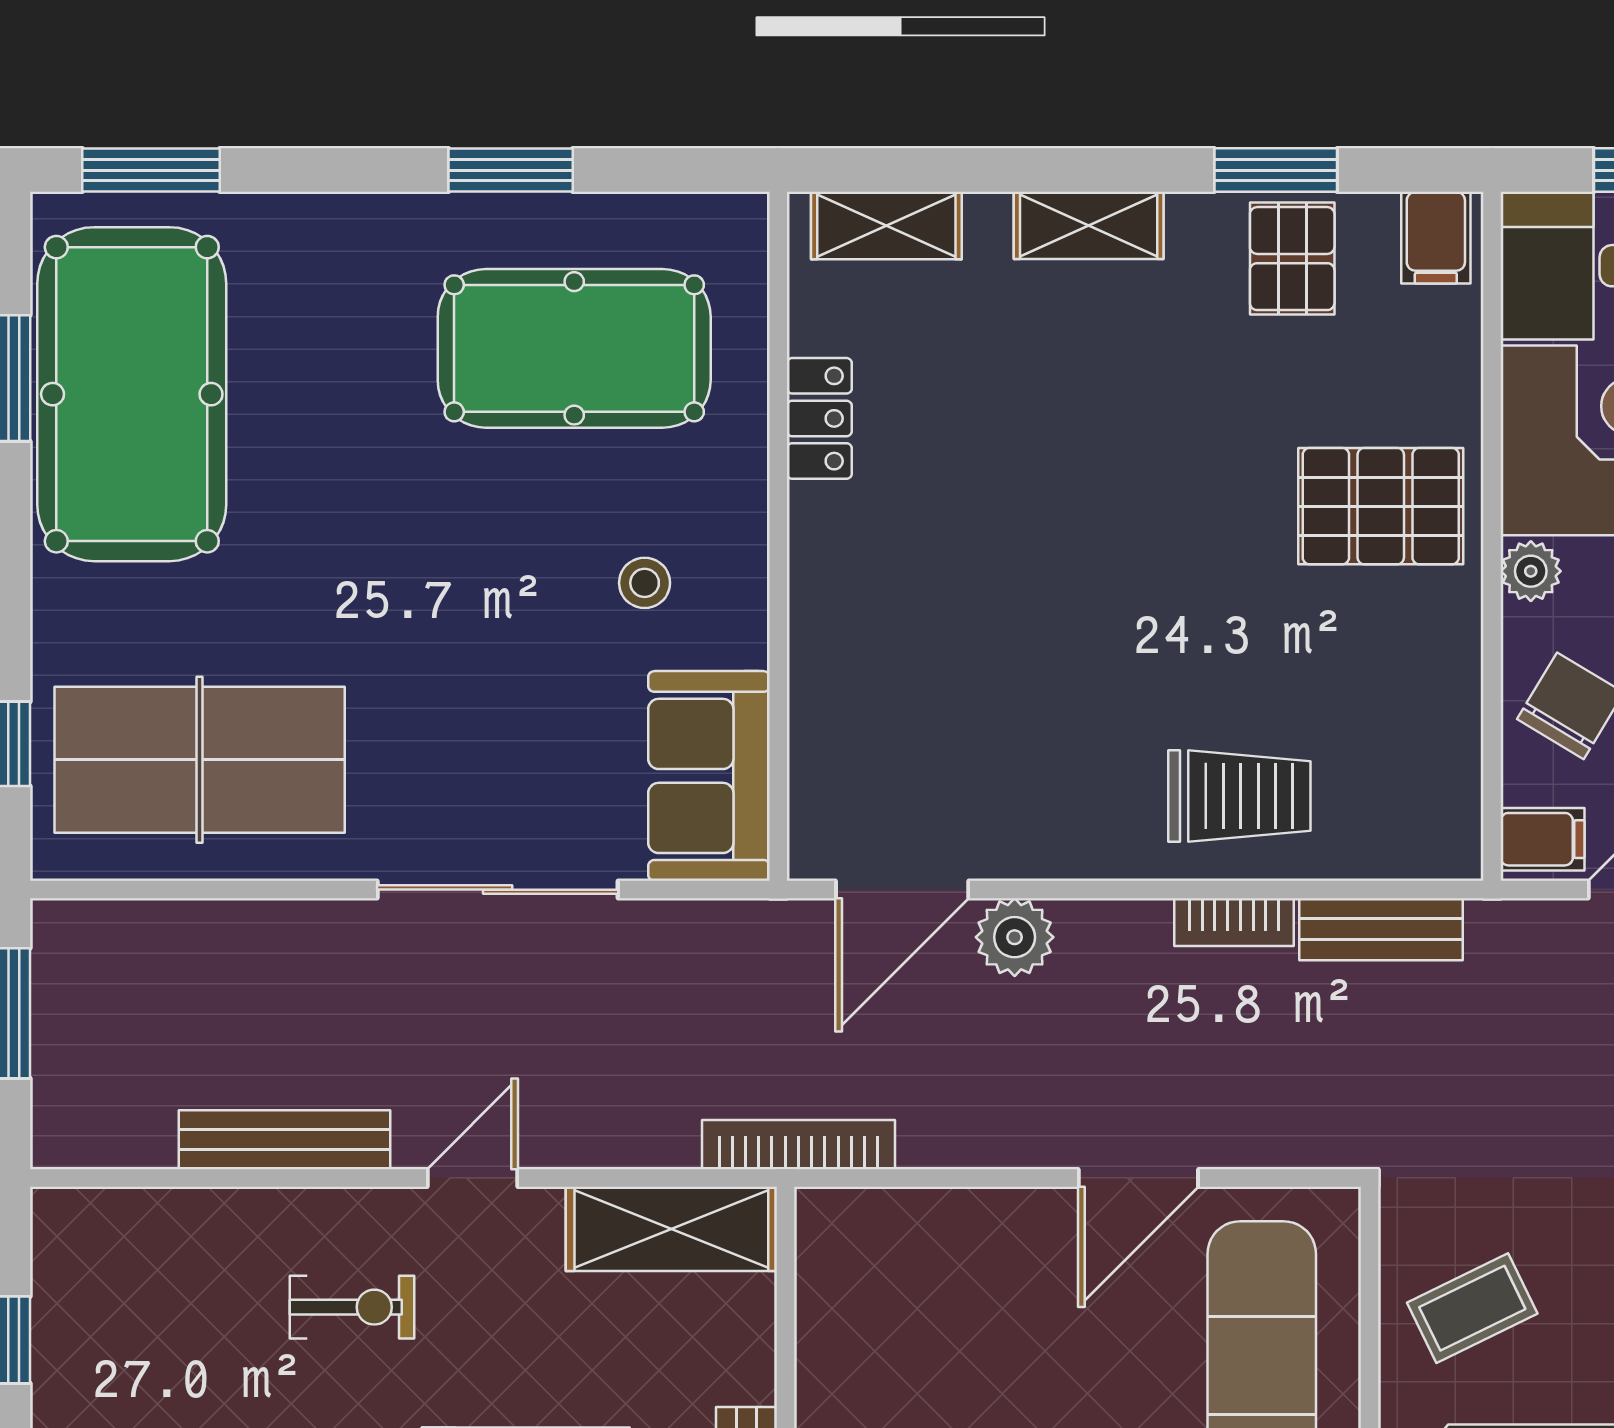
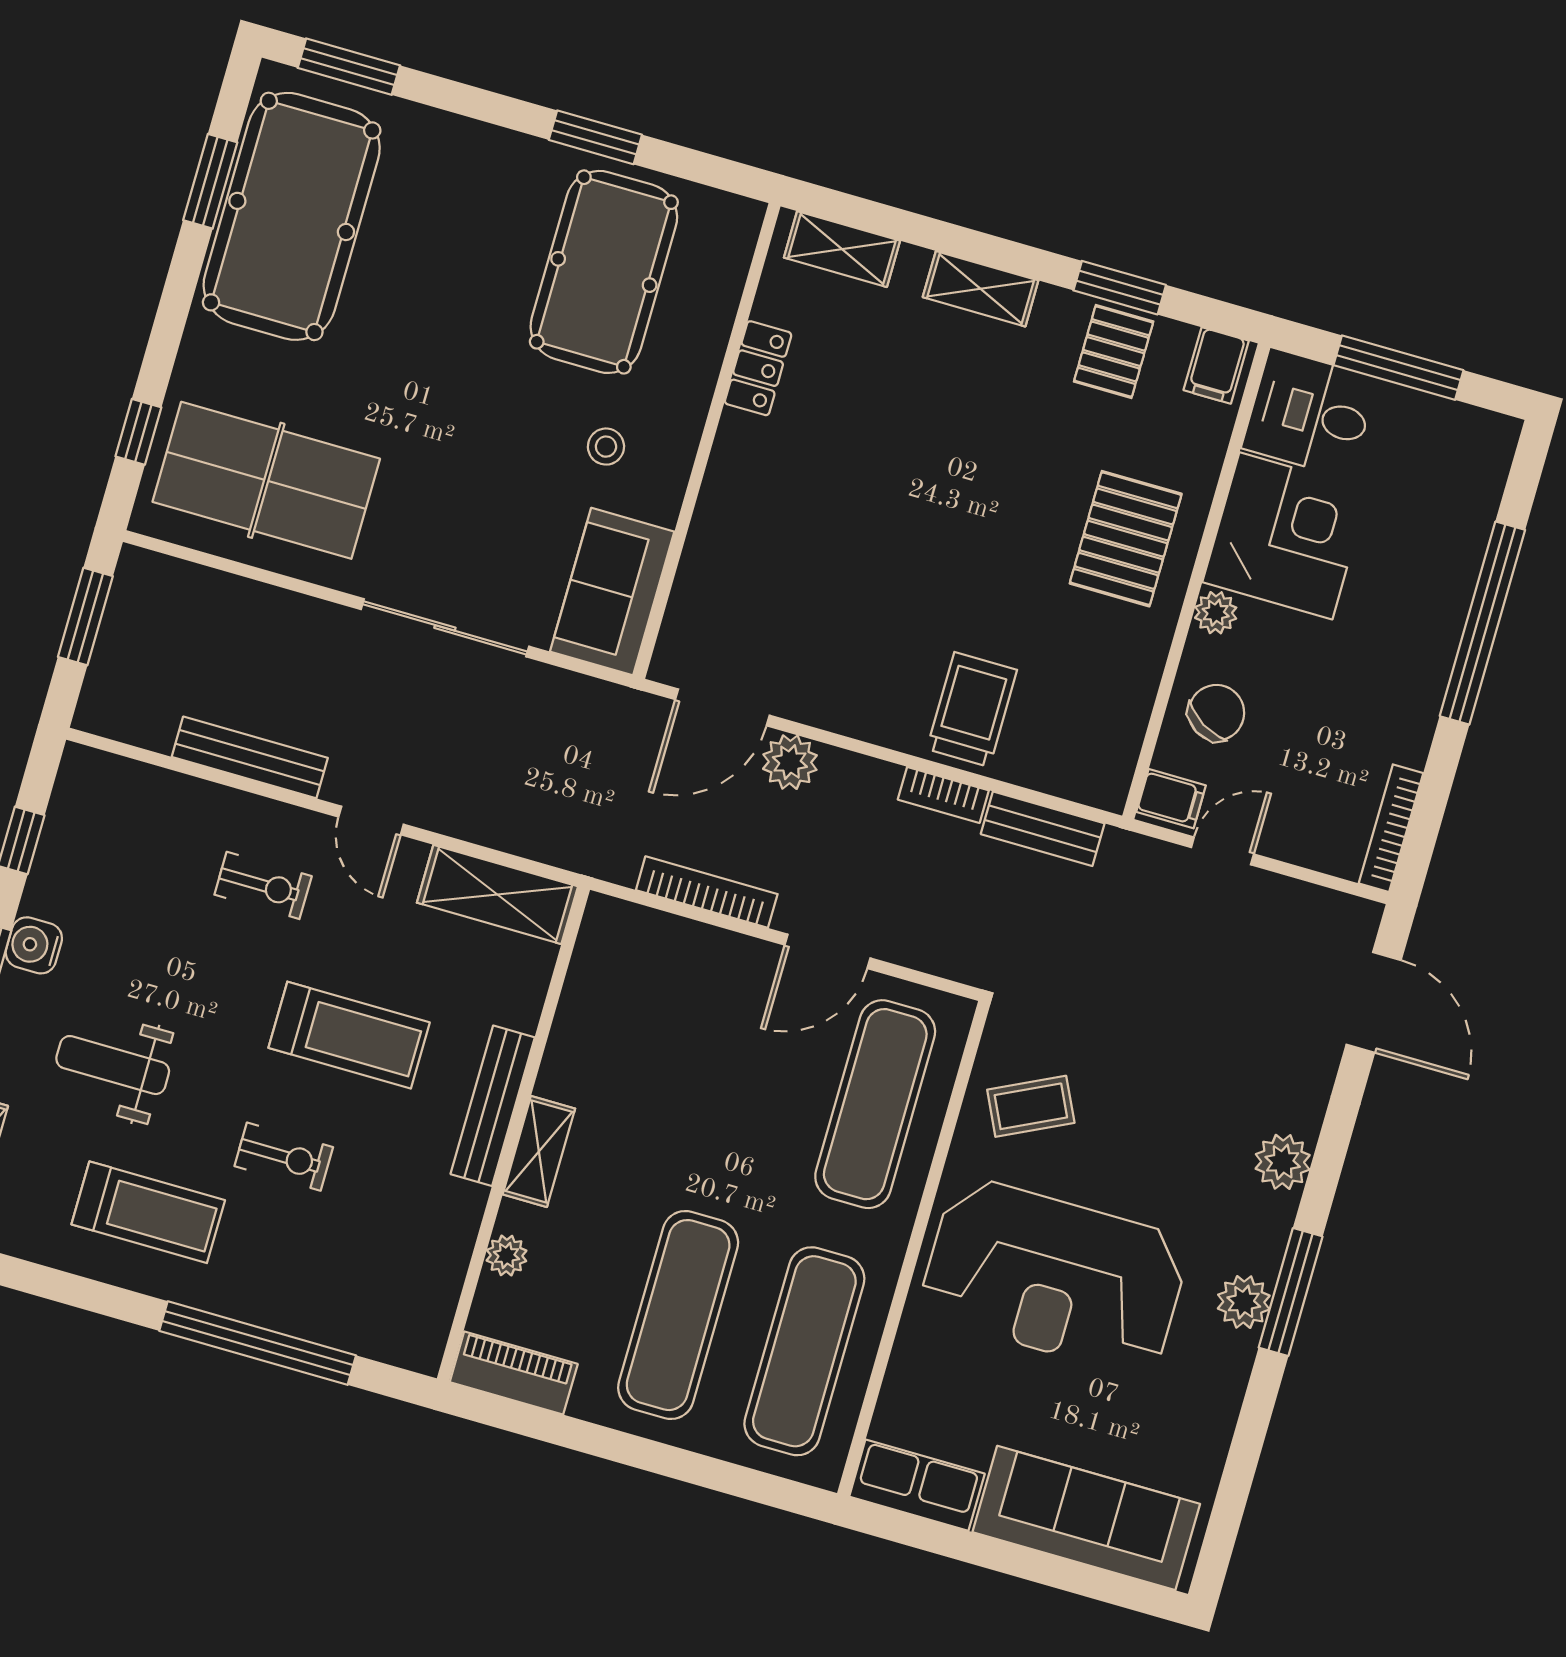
pool table: (574, 348) -> (604, 272), turned 90
pallet: (1381, 506) -> (1126, 539), turned 90
trolley: (1239, 796) -> (972, 709), turned -90
bookcase: (798, 1145) -> (707, 892), moved
door: (472, 1178) -> (371, 821), swing flipped

